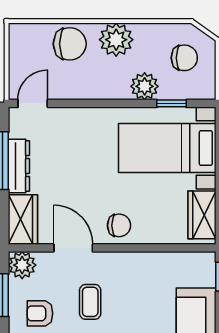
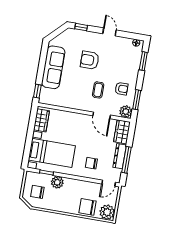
plant: (116, 40) -> (107, 212), moved
chair: (119, 225) -> (91, 163), moved

